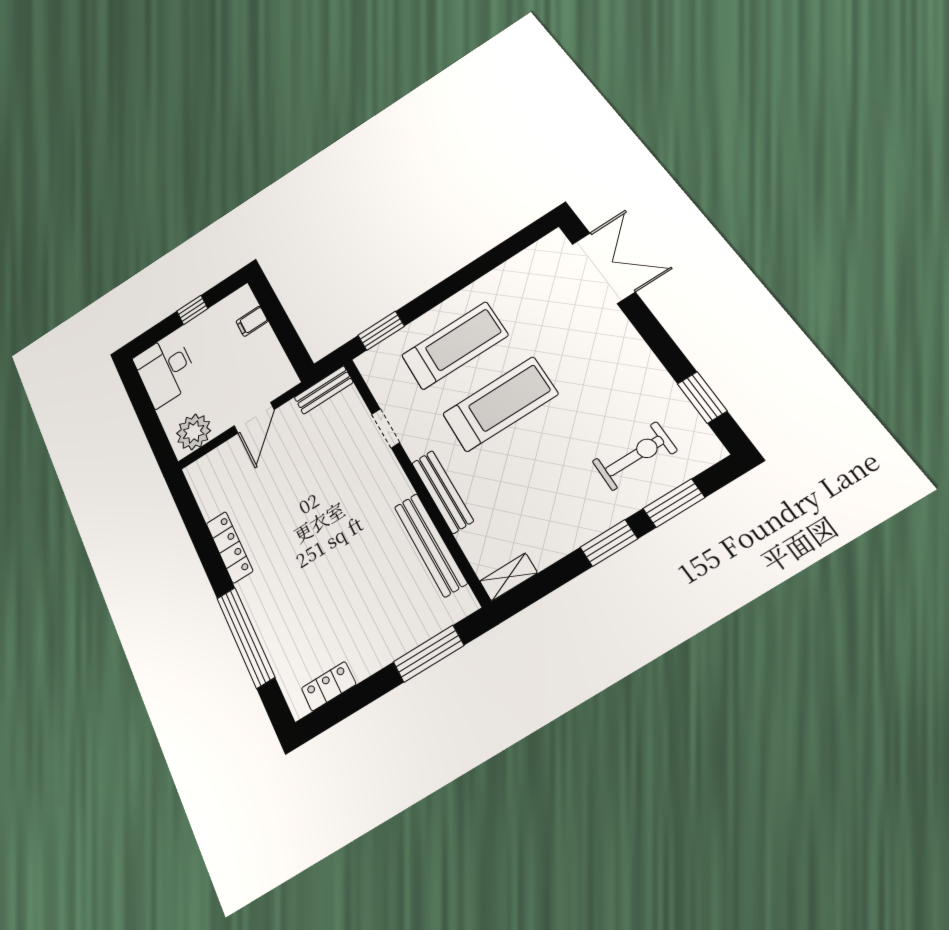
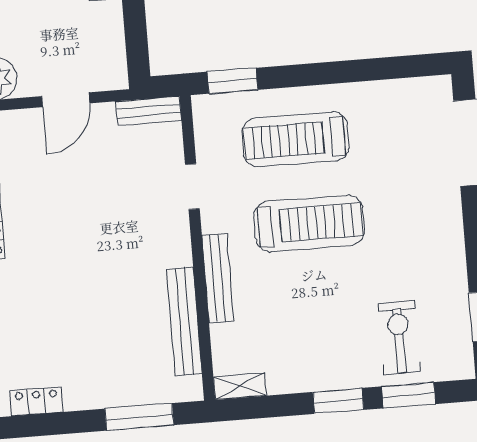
treadmill: (455, 345) -> (296, 139), turned 180
exercise bike: (635, 456) -> (399, 337), turned -90

